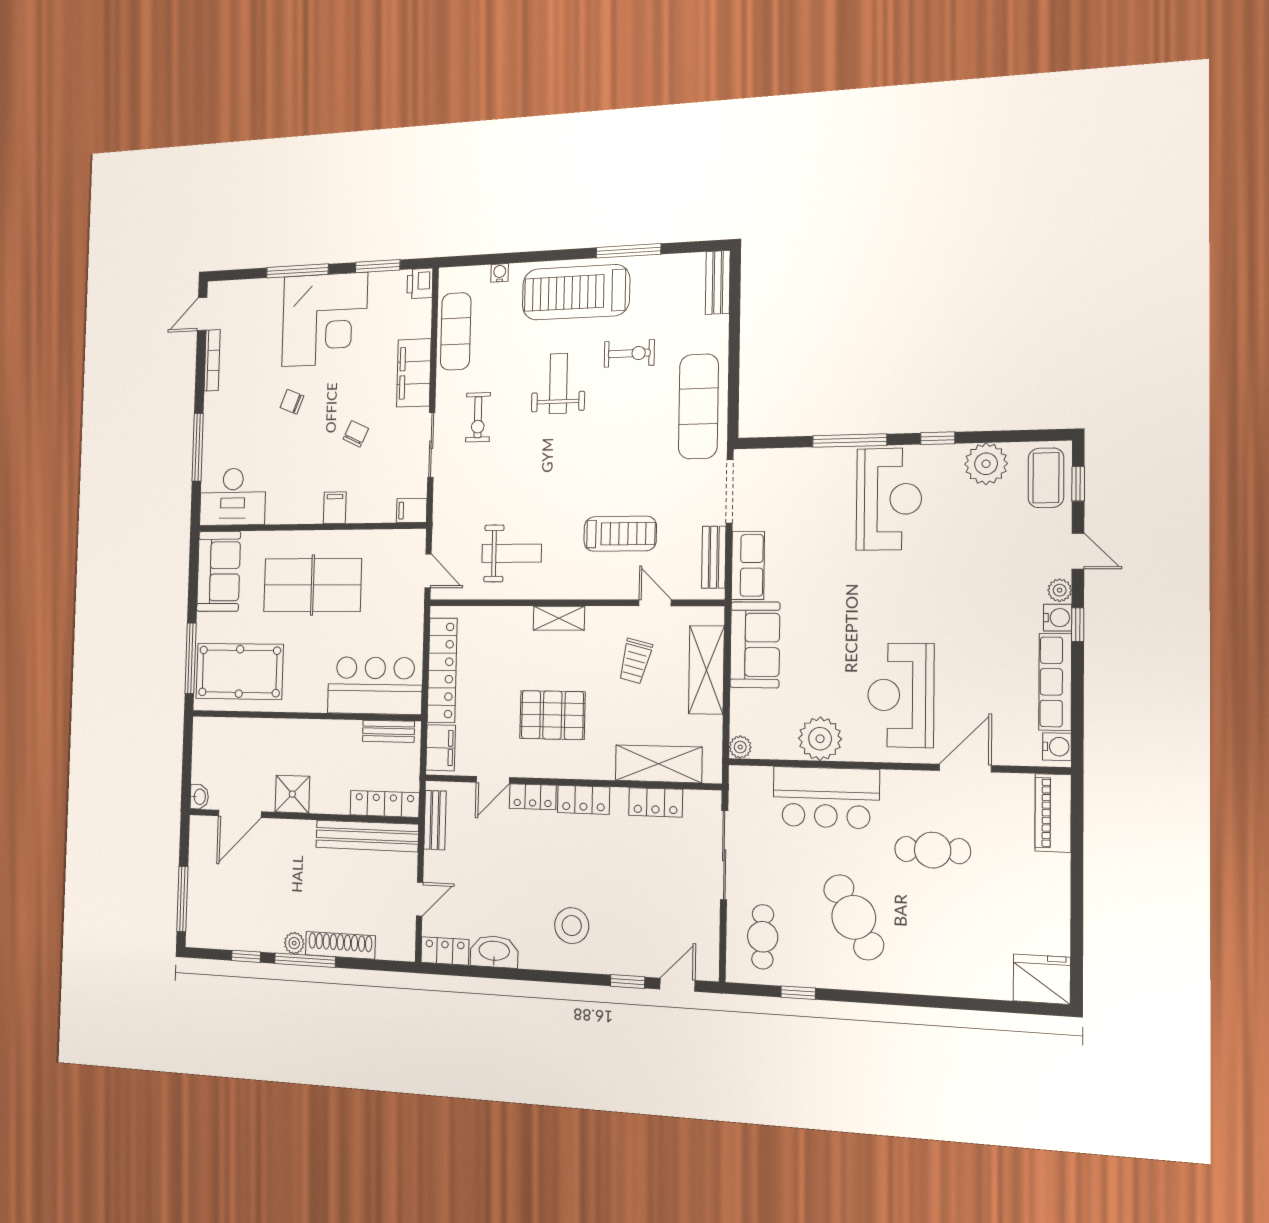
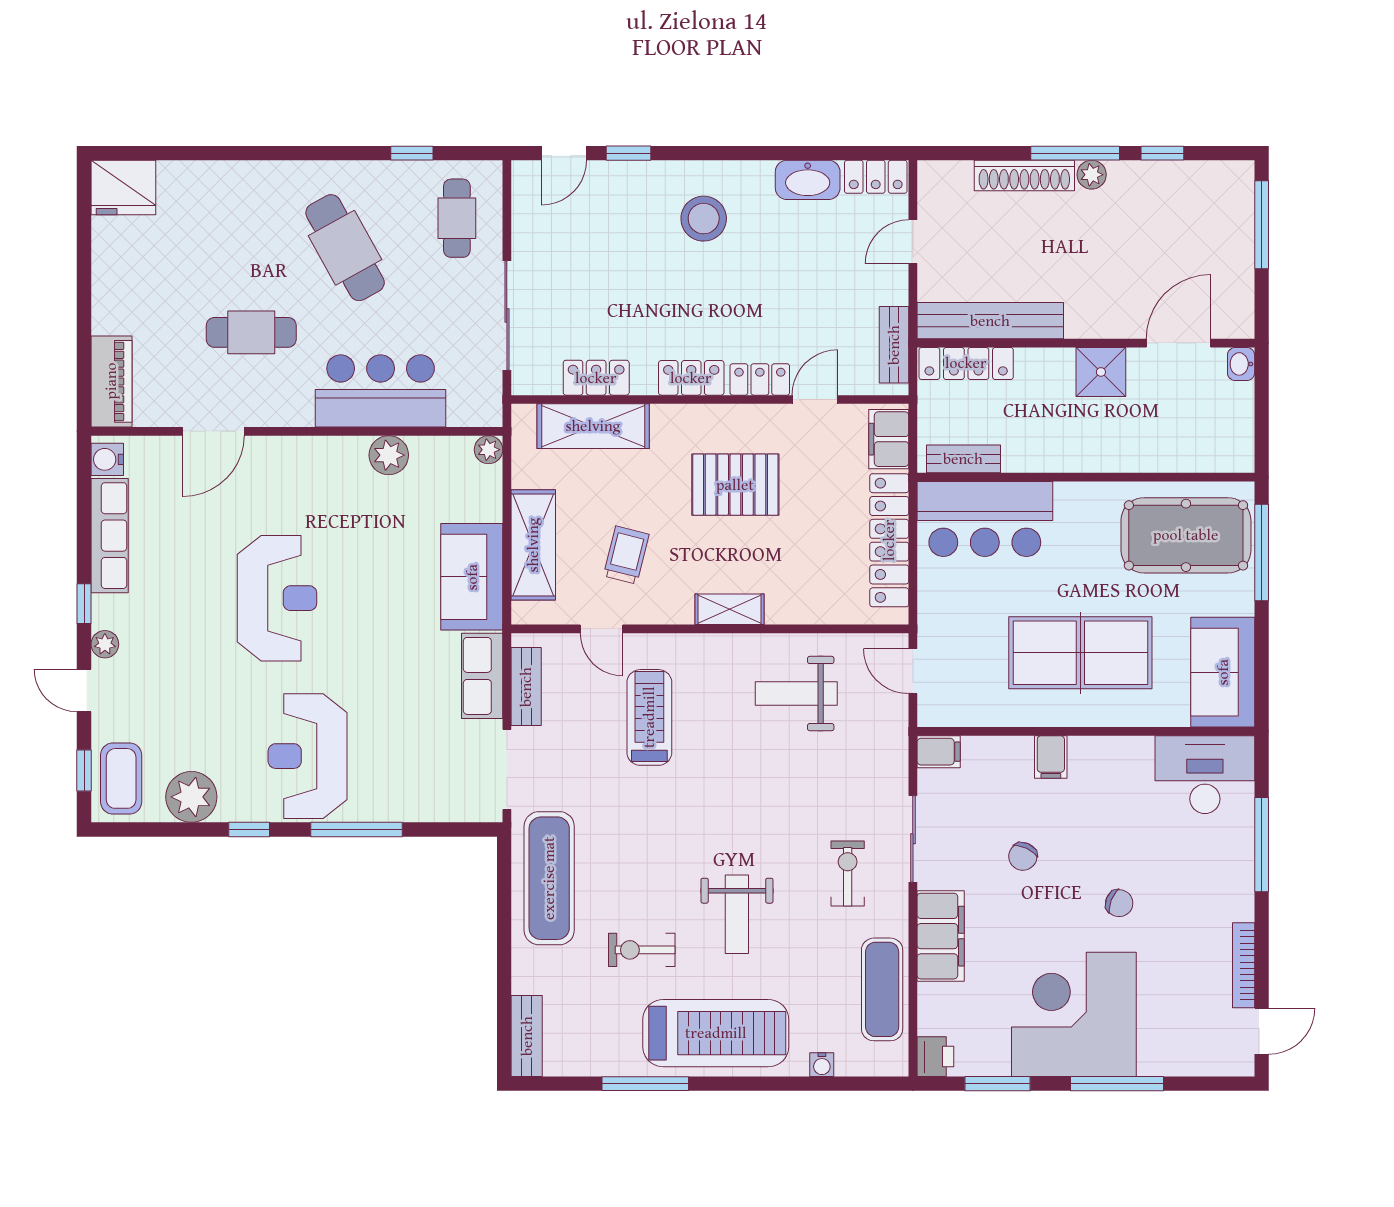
treadmill: (620, 534) -> (649, 717), turned 90
water cooler: (1058, 618) -> (107, 612), removed
reception desk: (901, 695) -> (277, 598), moved
plant: (820, 739) -> (389, 455), width x0.73, depth x0.73

